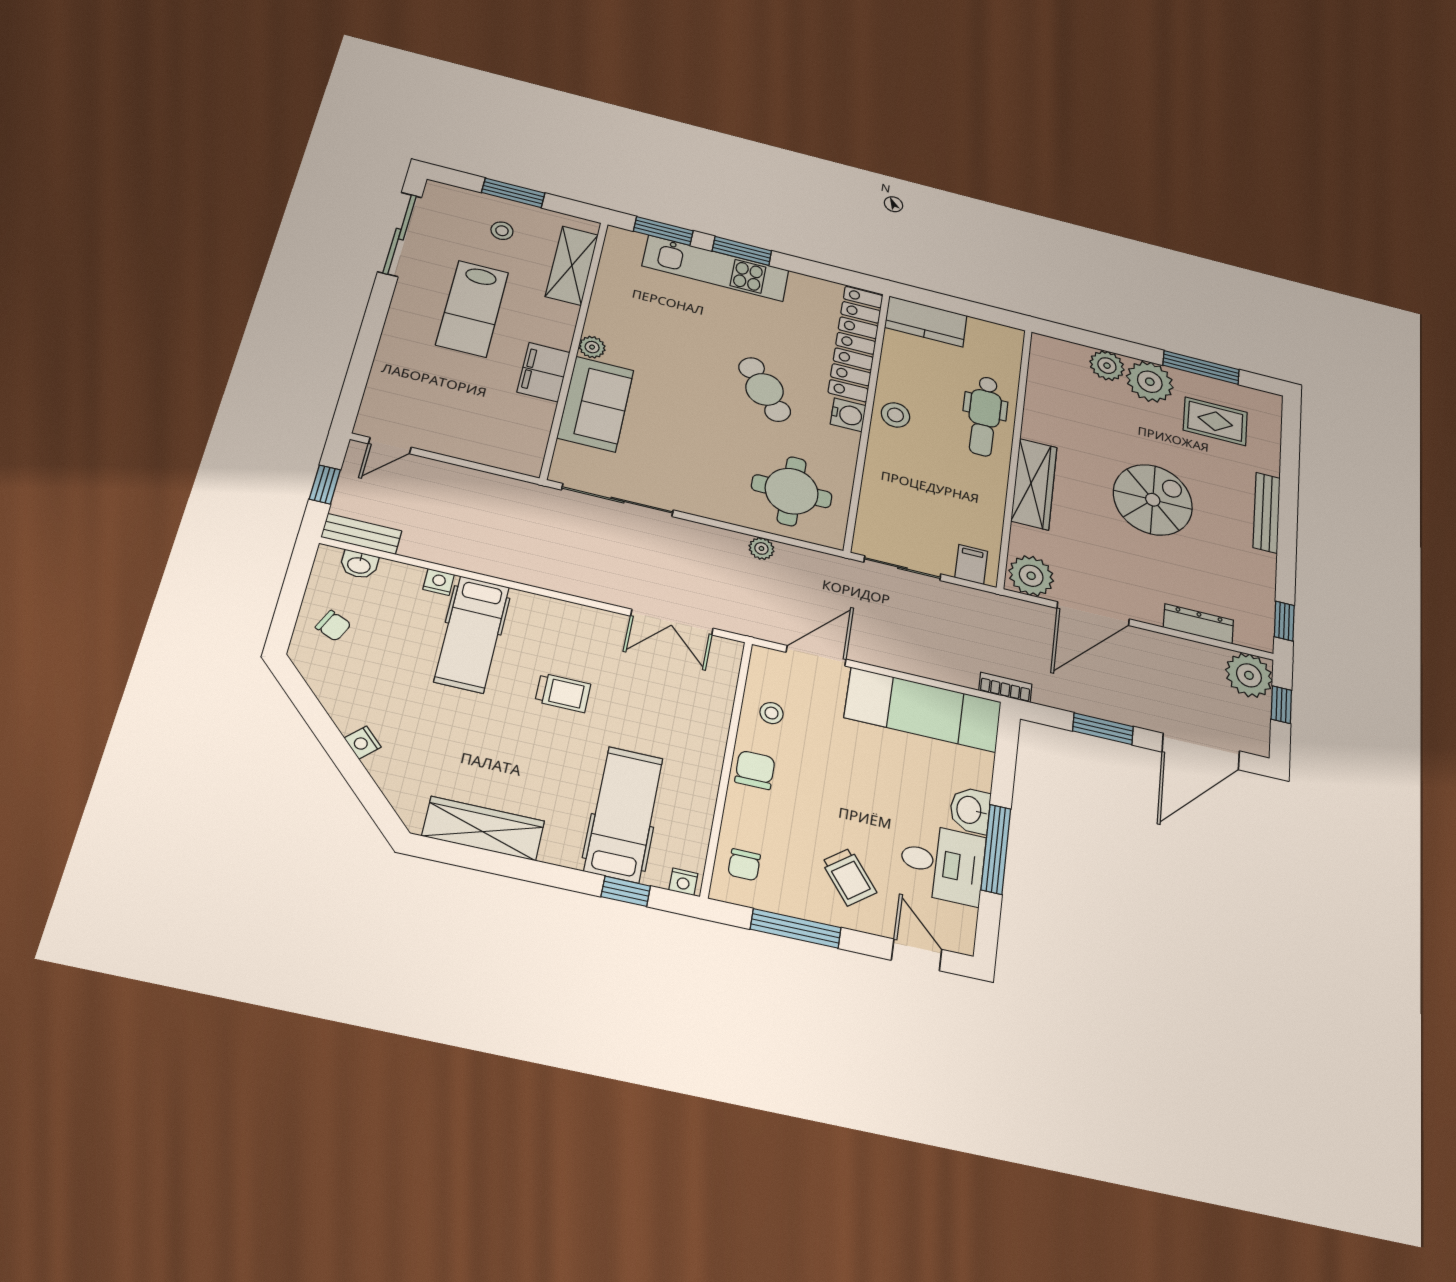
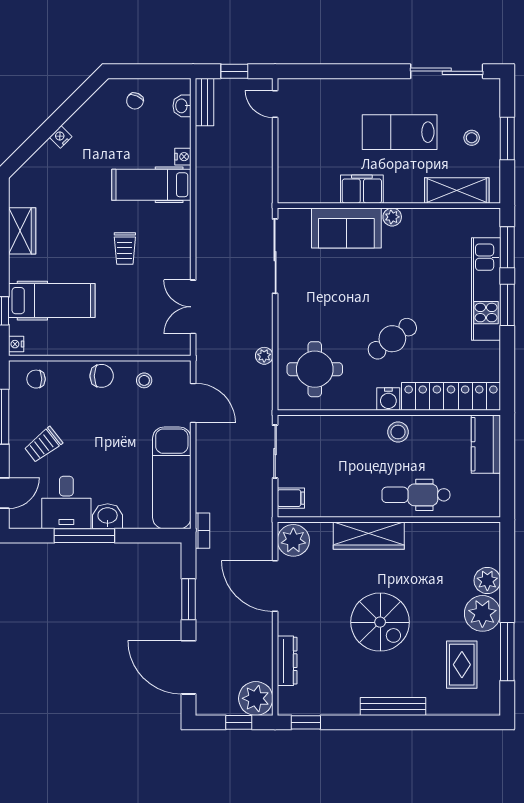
wardrobe: (483, 828) -> (22, 231), width x0.67

